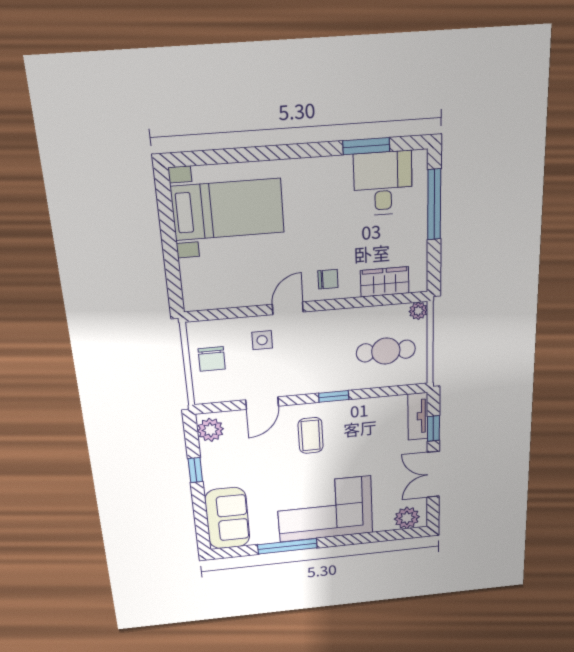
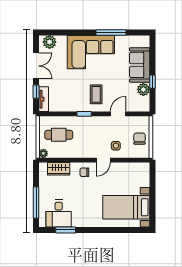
plant: (210, 430) -> (143, 89), moved
sofa: (227, 518) -> (140, 65), moved

